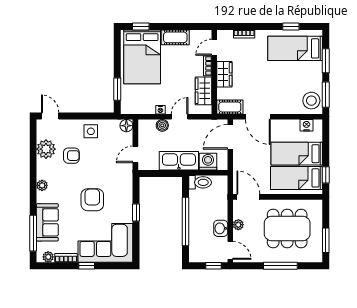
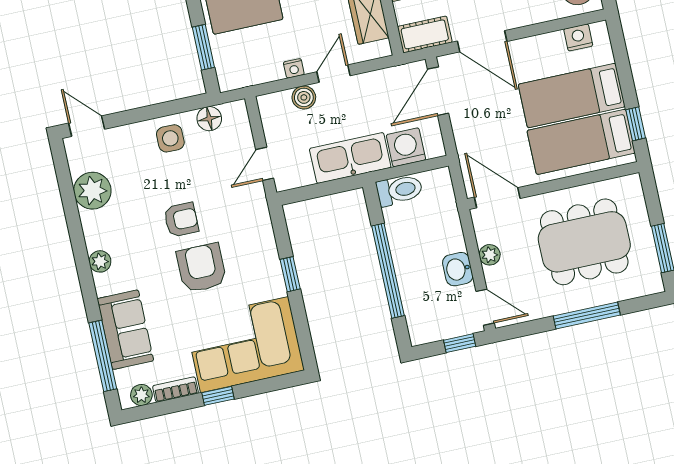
floor lamp: (126, 126) -> (209, 119), moved
armchair: (71, 156) -> (181, 220), moved

